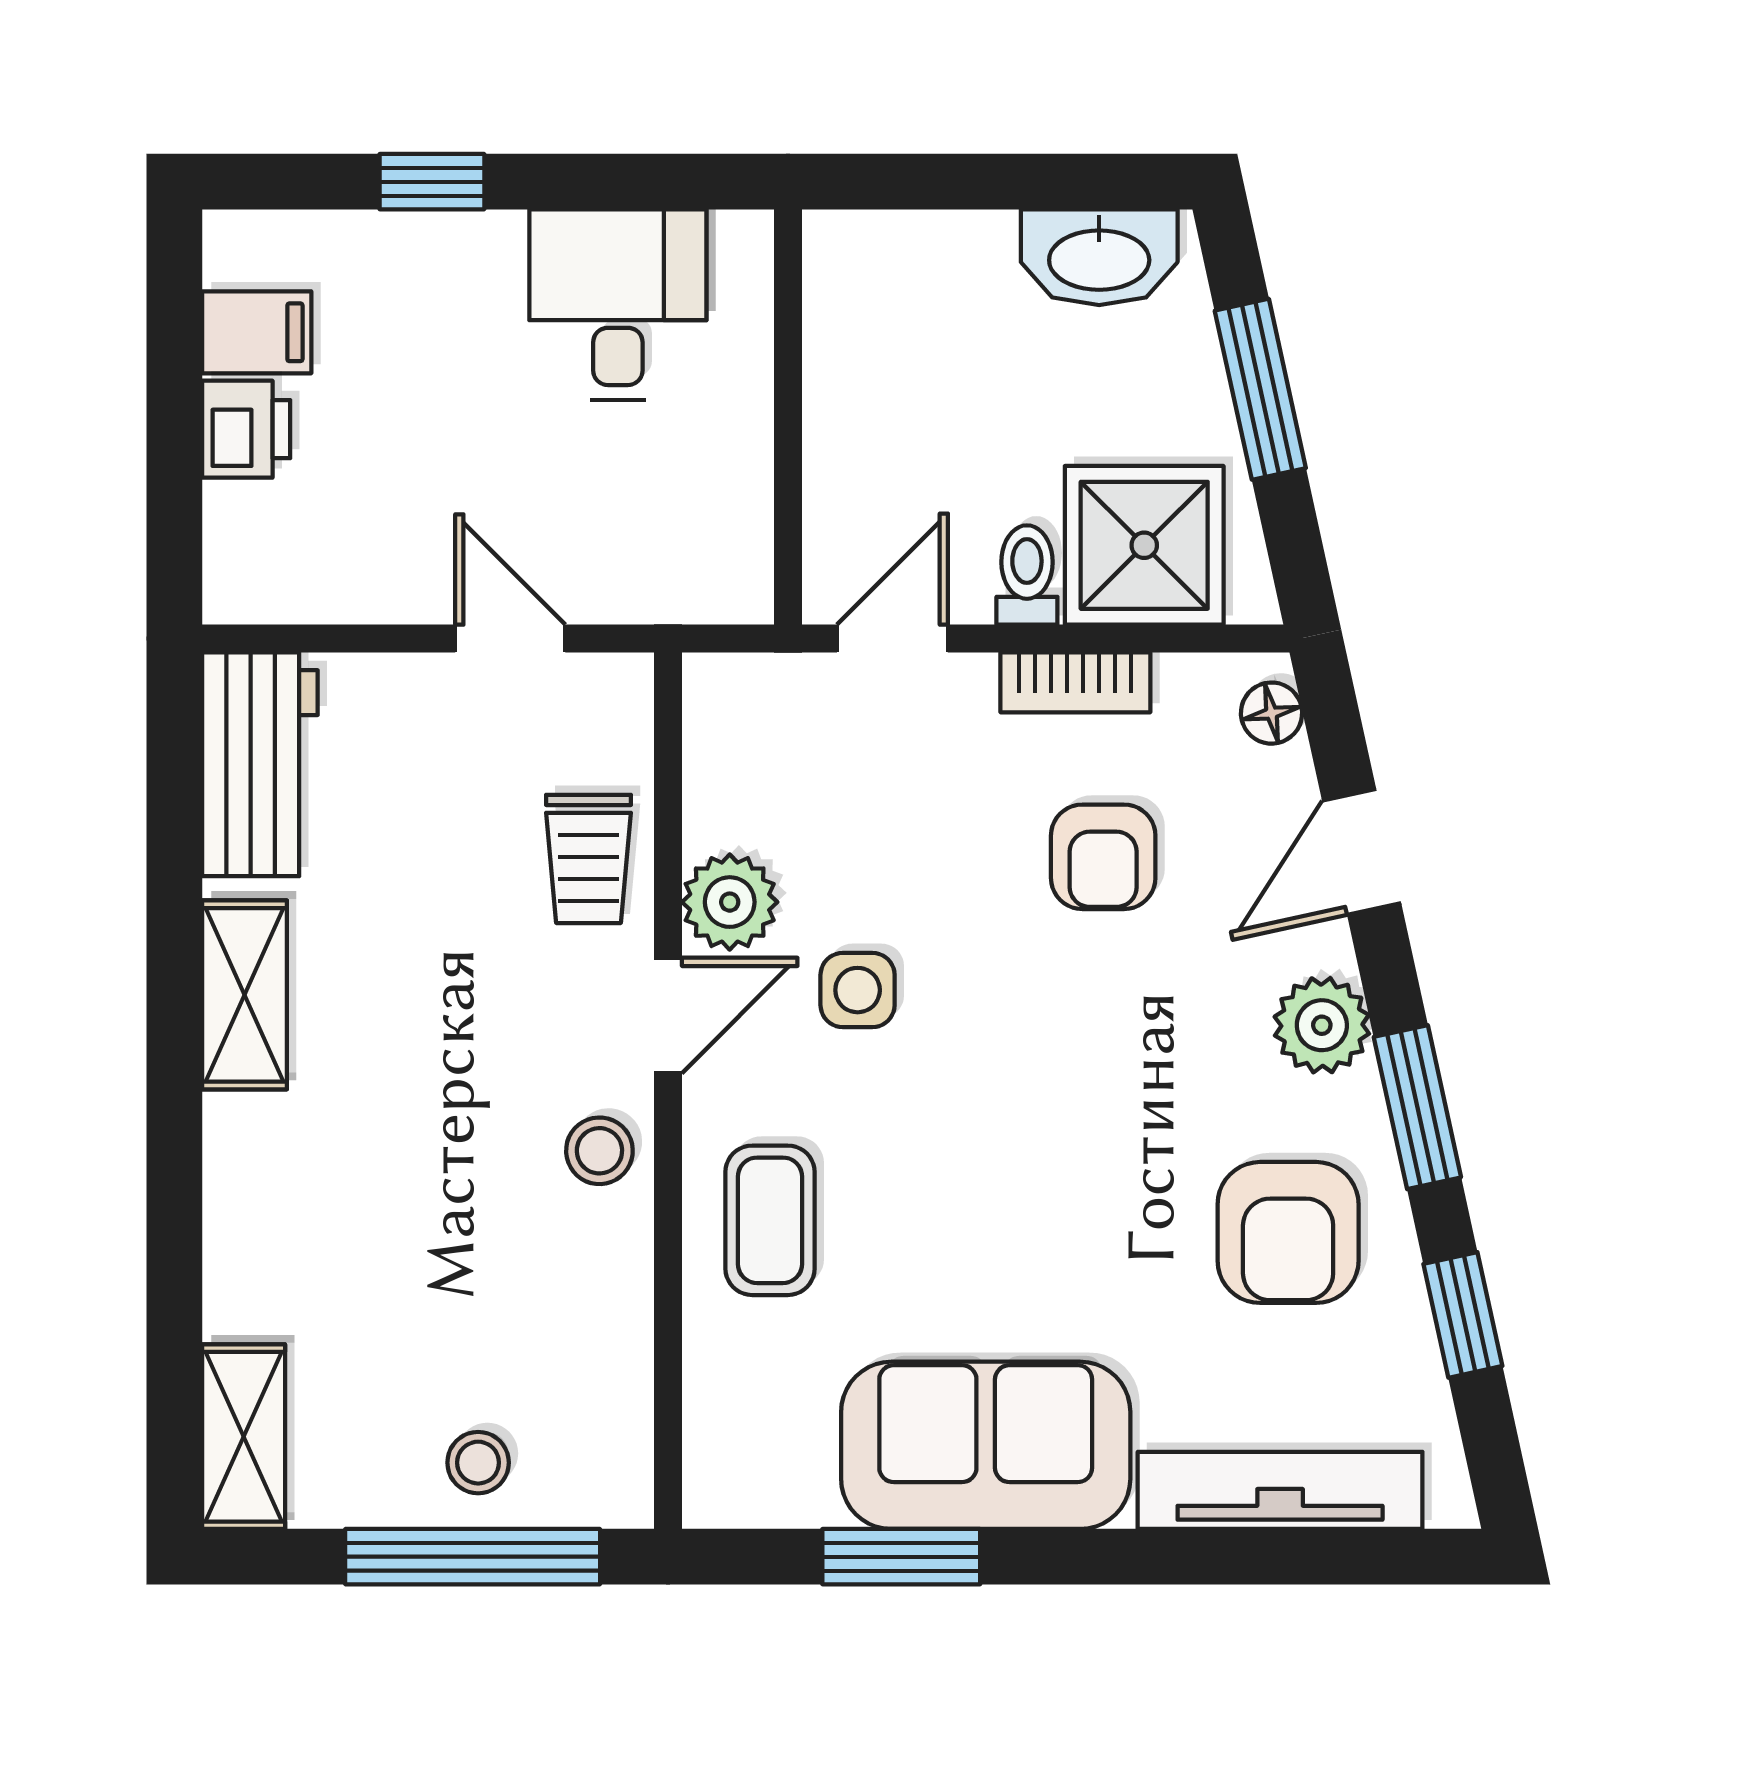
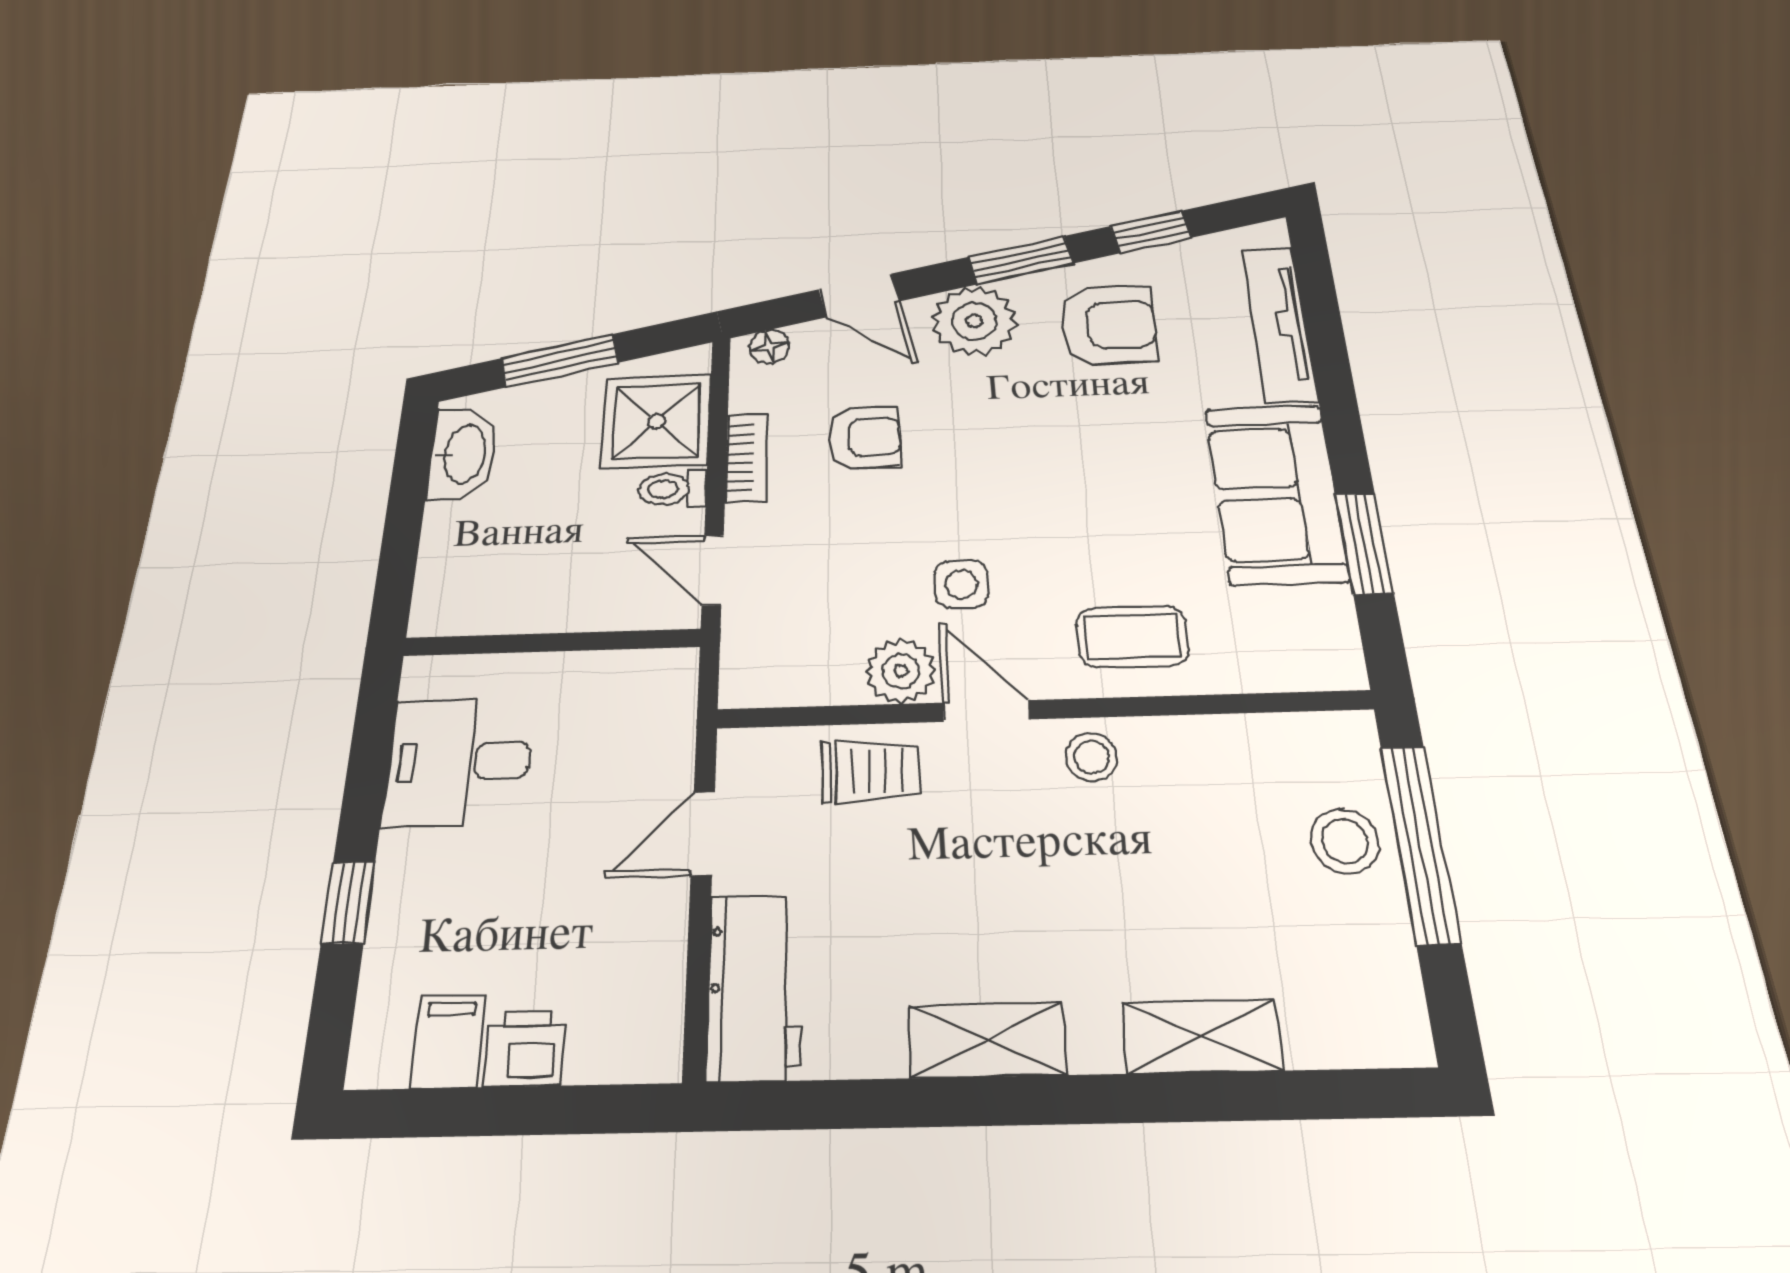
workbench: (260, 764) -> (754, 987), moved, turned 90
plant: (1322, 1025) -> (974, 321), width x1.36, depth x1.36
shelving: (244, 1437) -> (1202, 1036), moved
stool: (478, 1463) -> (1345, 841), width x1.37, depth x1.37

